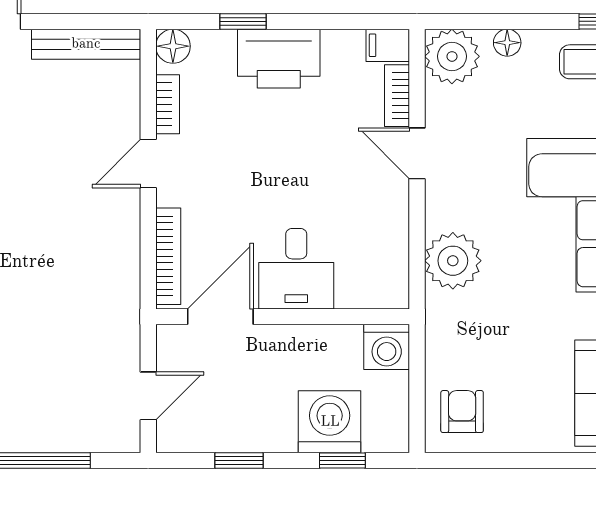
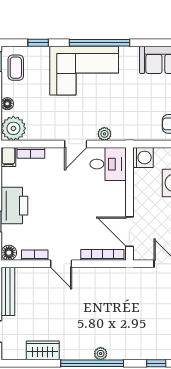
door: (417, 153) -> (76, 144), moved
plant: (453, 261) -> (104, 134), width x0.53, depth x0.53
desk: (296, 269) -> (108, 164), moved

